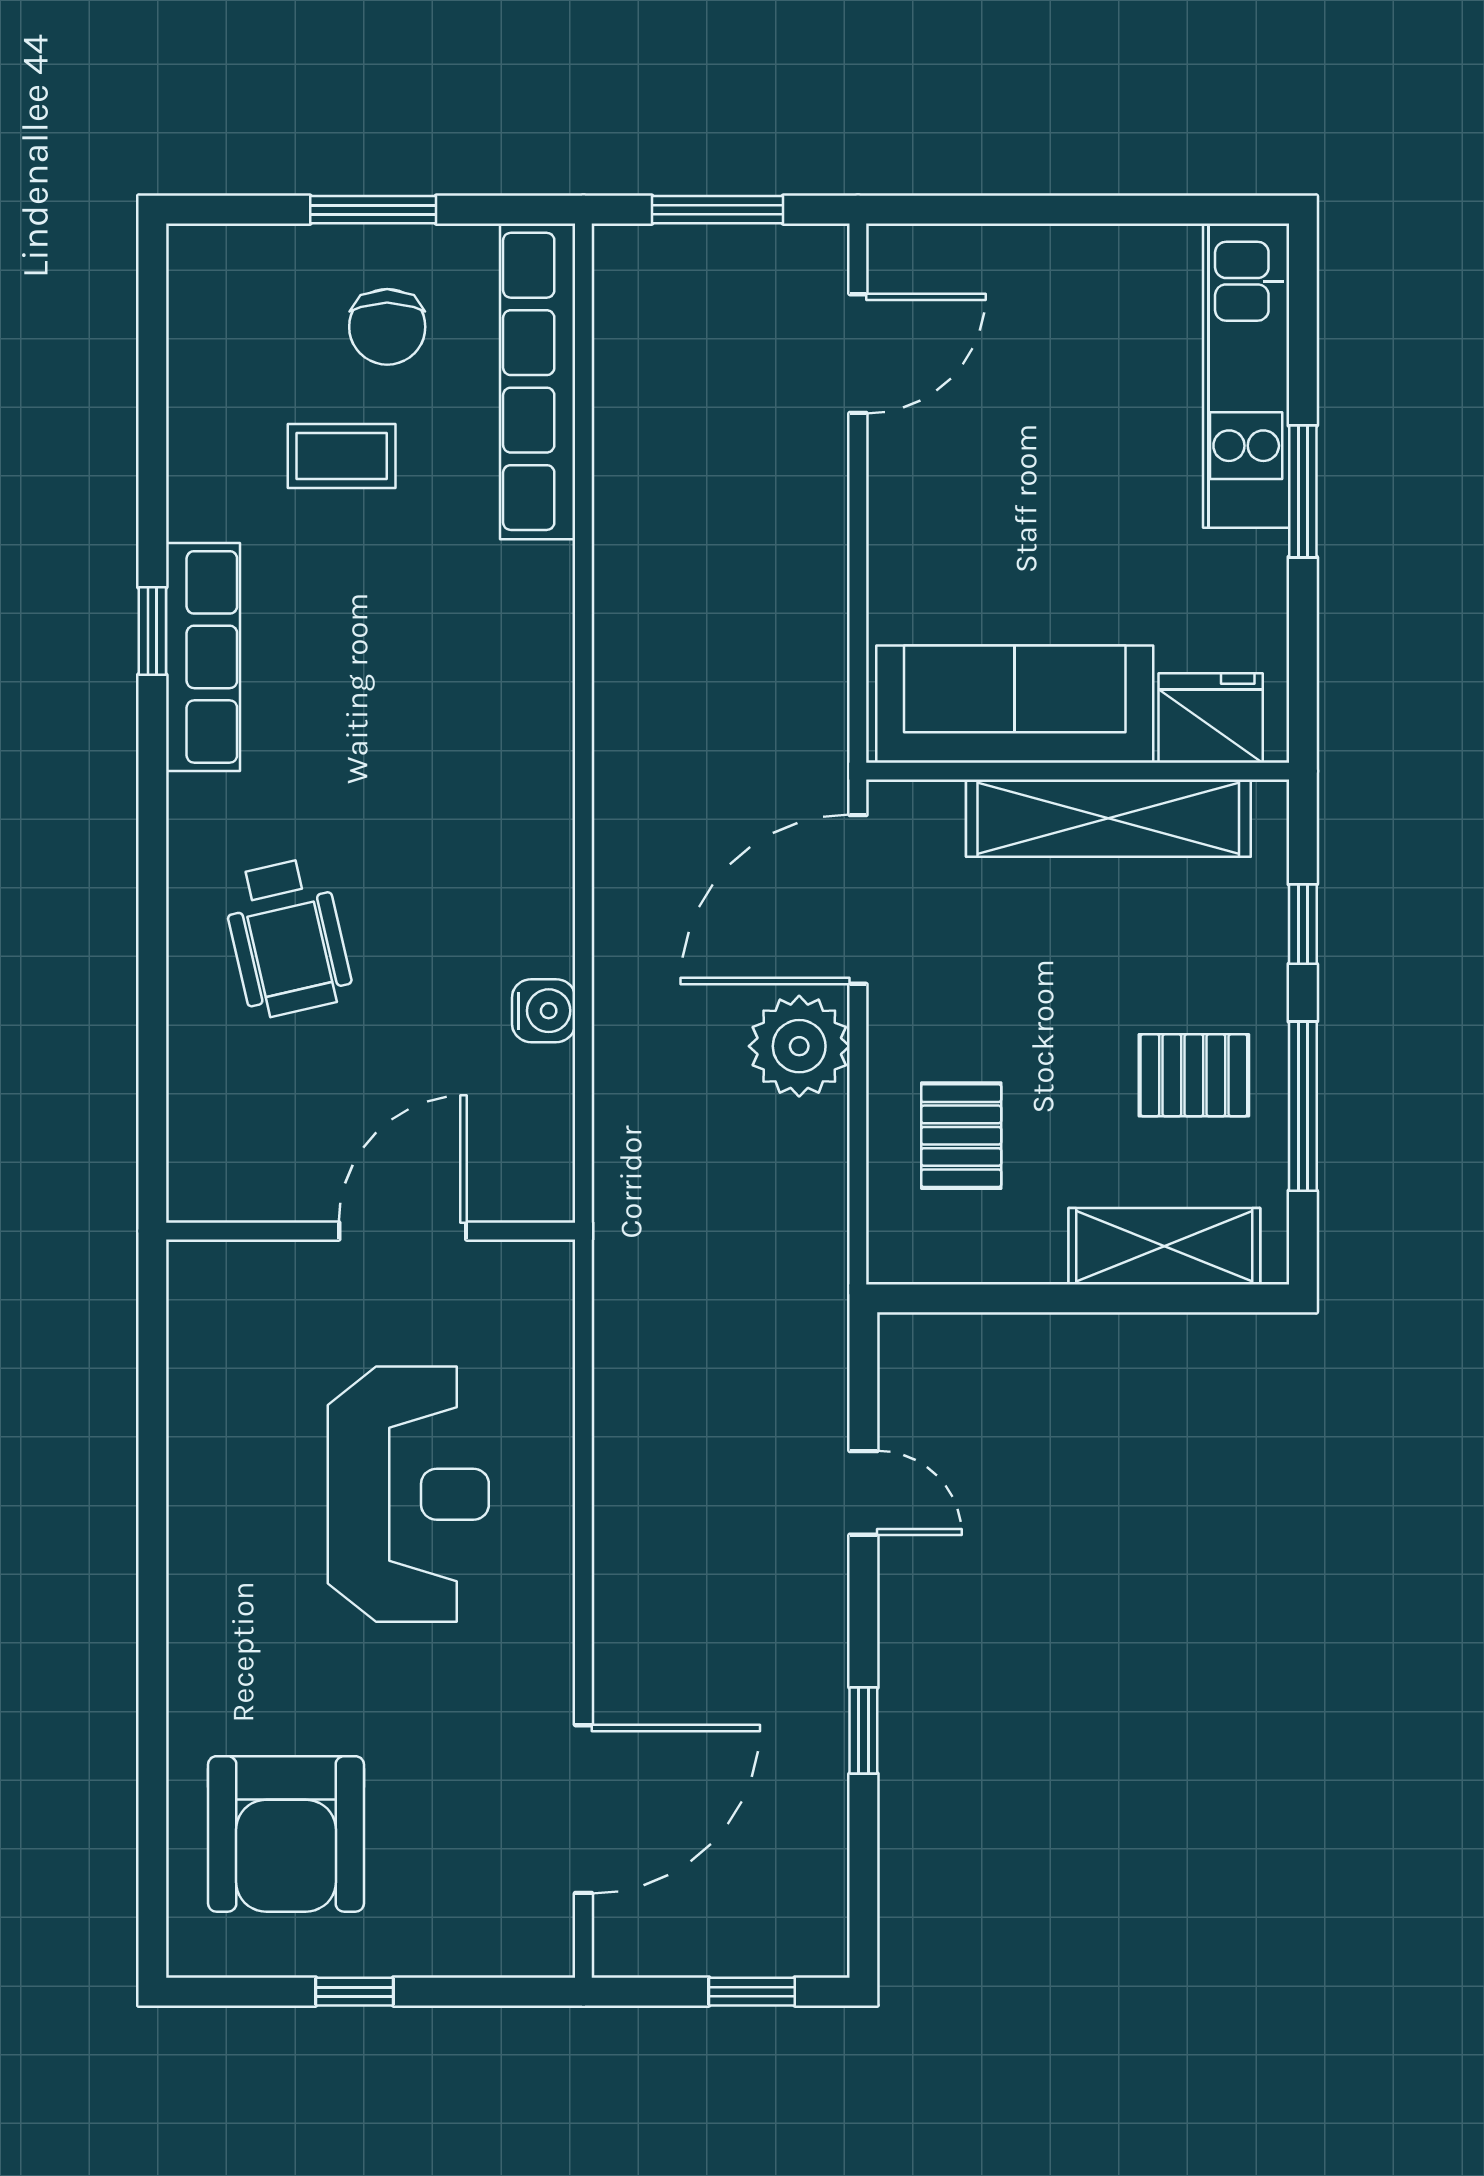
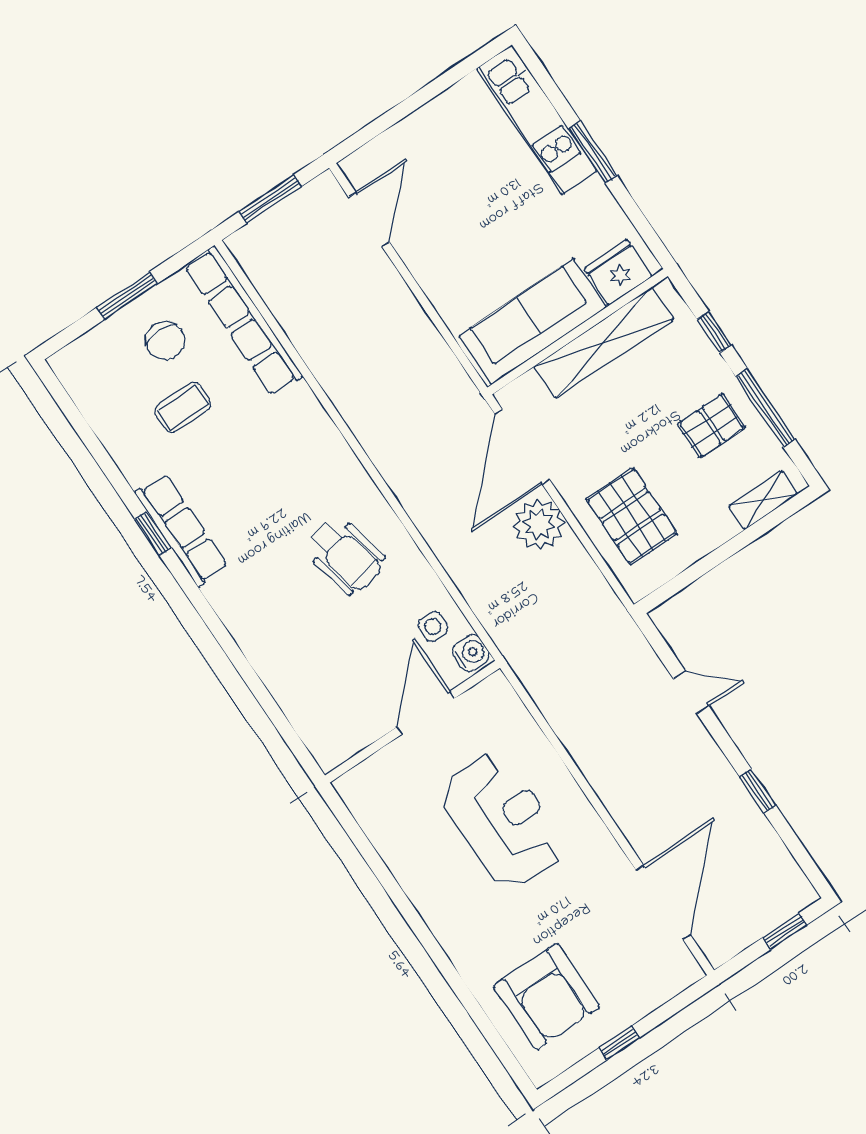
wheelchair: (287, 938) -> (345, 555), moved
water cooler: (544, 1011) -> (471, 653), moved
side table: (510, 1097) -> (433, 627), added
pallet: (961, 1136) -> (632, 516), width x1.50, depth x1.42
shelving: (1164, 1246) -> (763, 500), width x0.67, depth x0.75

